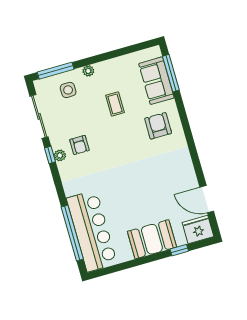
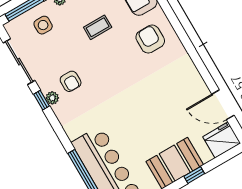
coffee table: (115, 104) -> (98, 27), turned 90
window: (179, 250) -> (194, 175), moved

